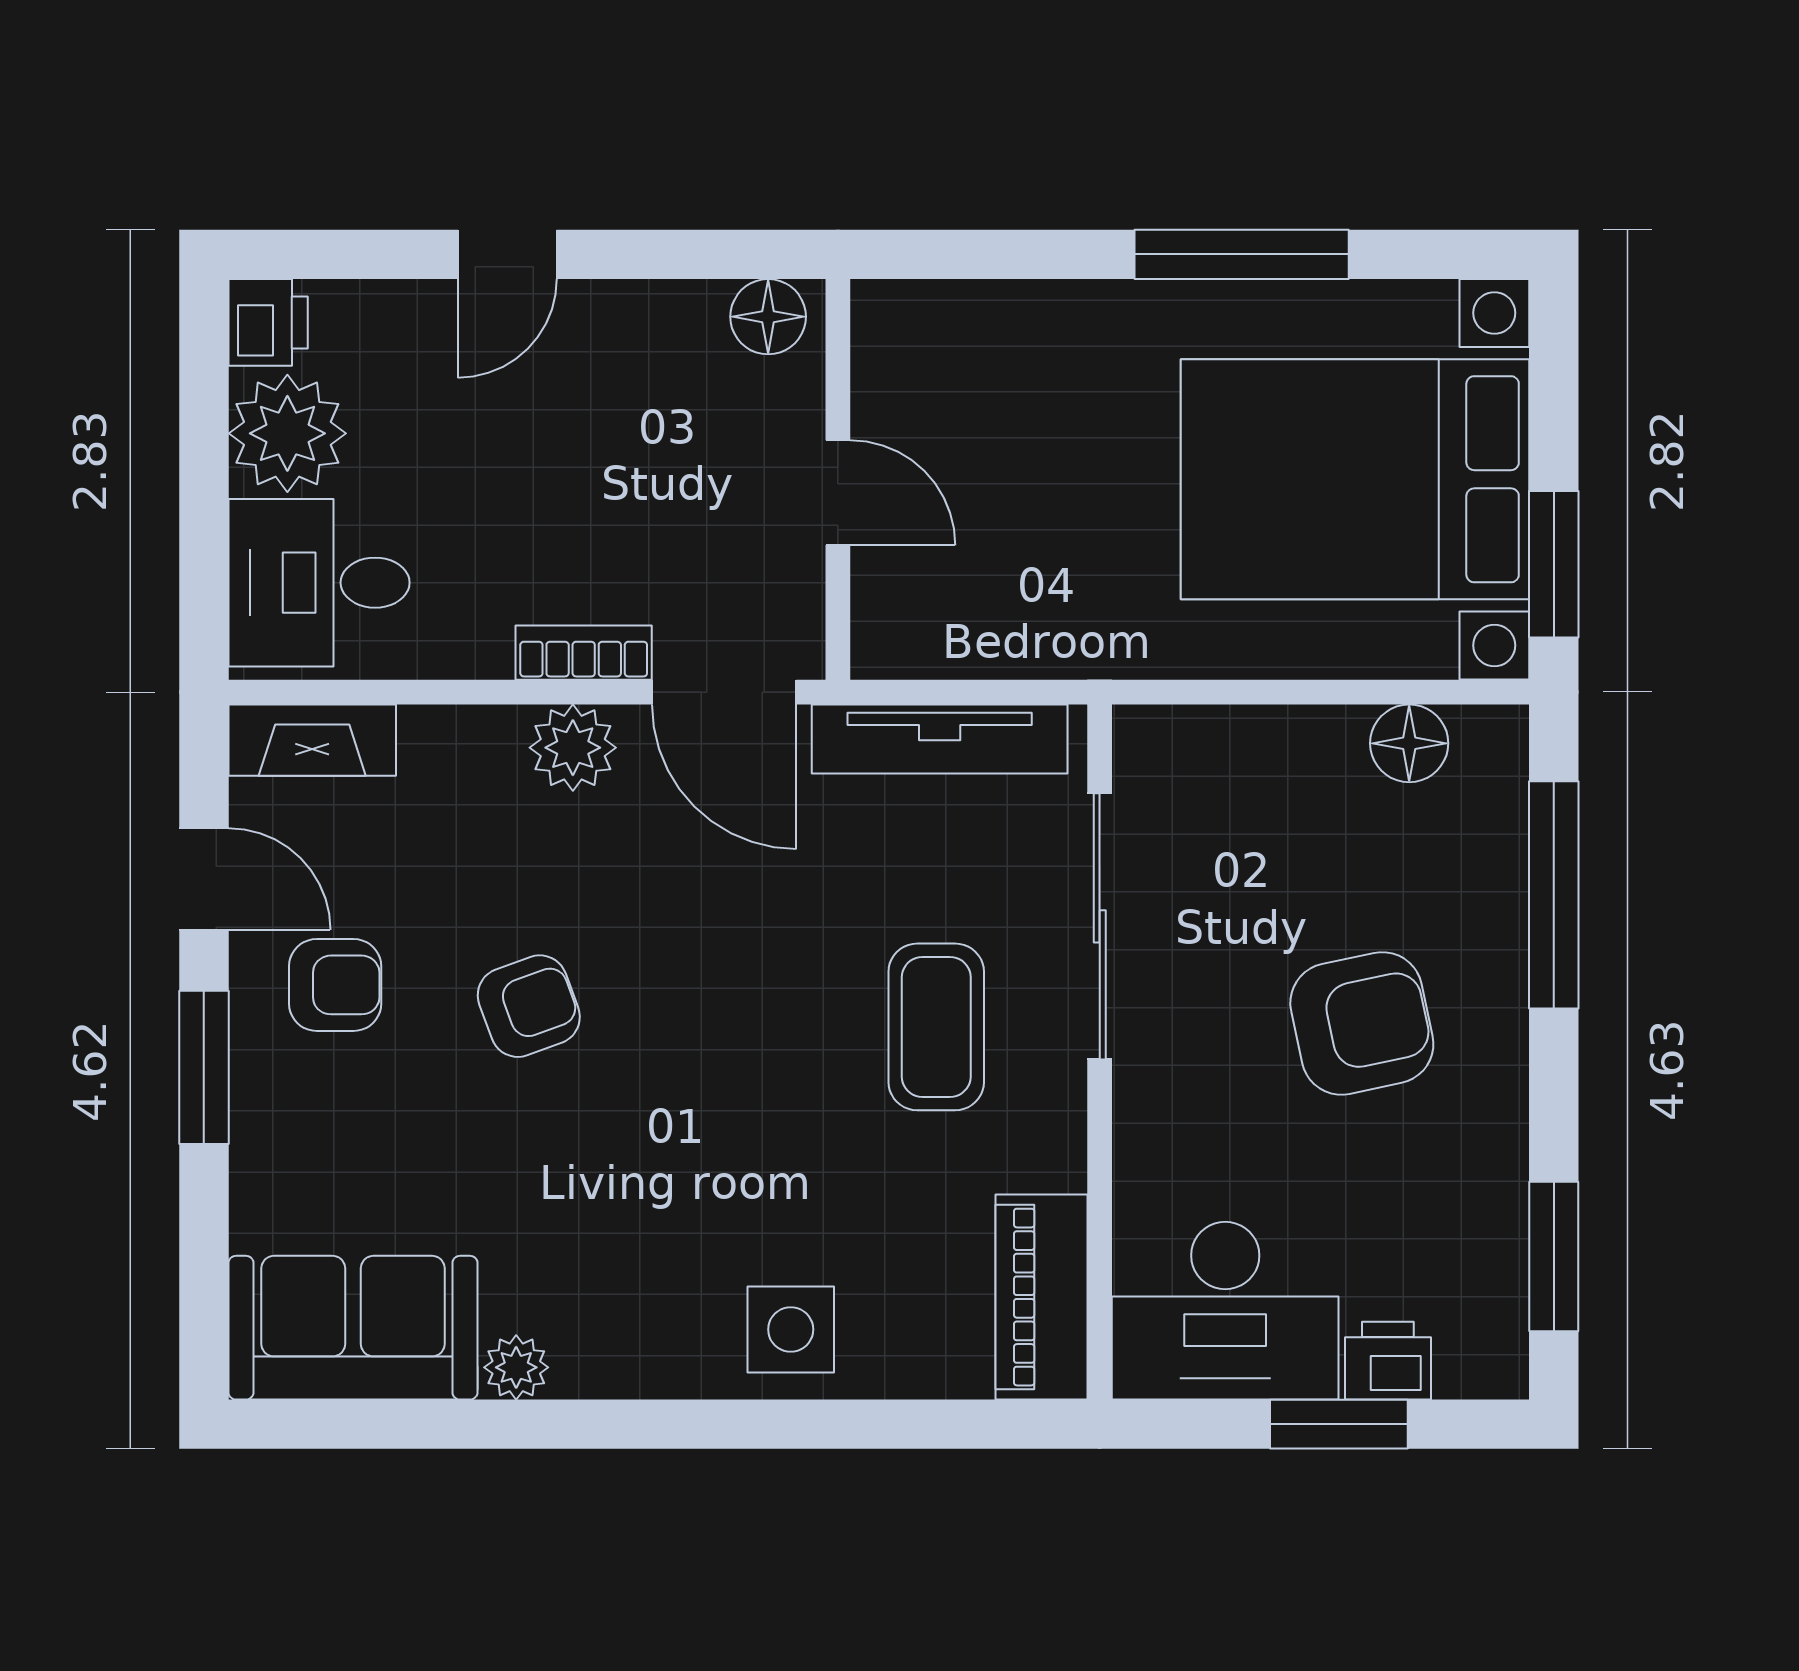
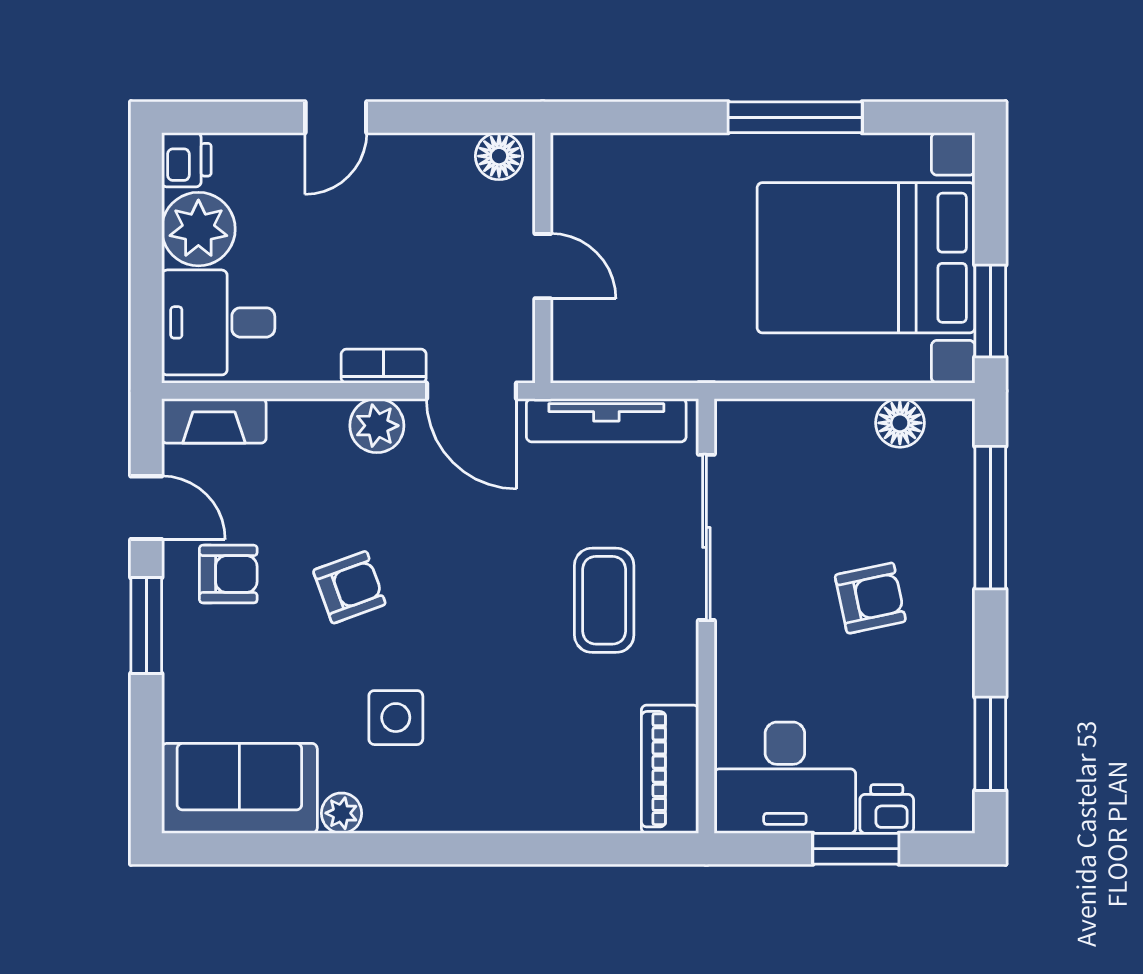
armchair: (1362, 1023) -> (870, 598), width x0.72, depth x0.72
side table: (791, 1329) -> (396, 718), moved

